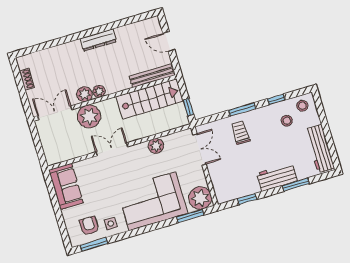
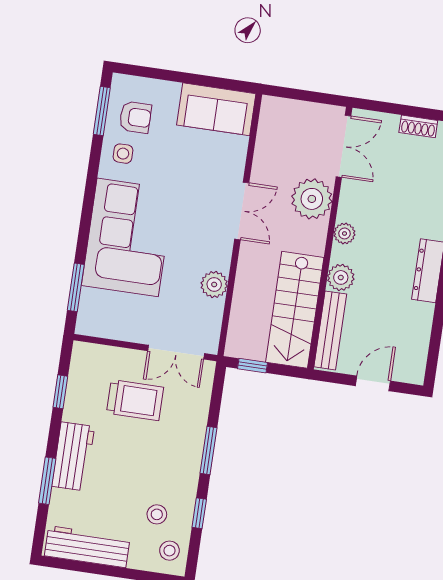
plant: (84, 94) -> (341, 277), moved
trolley: (240, 133) -> (135, 400), moved, width x1.36, depth x1.39
plant: (200, 198) -> (97, 317), removed

